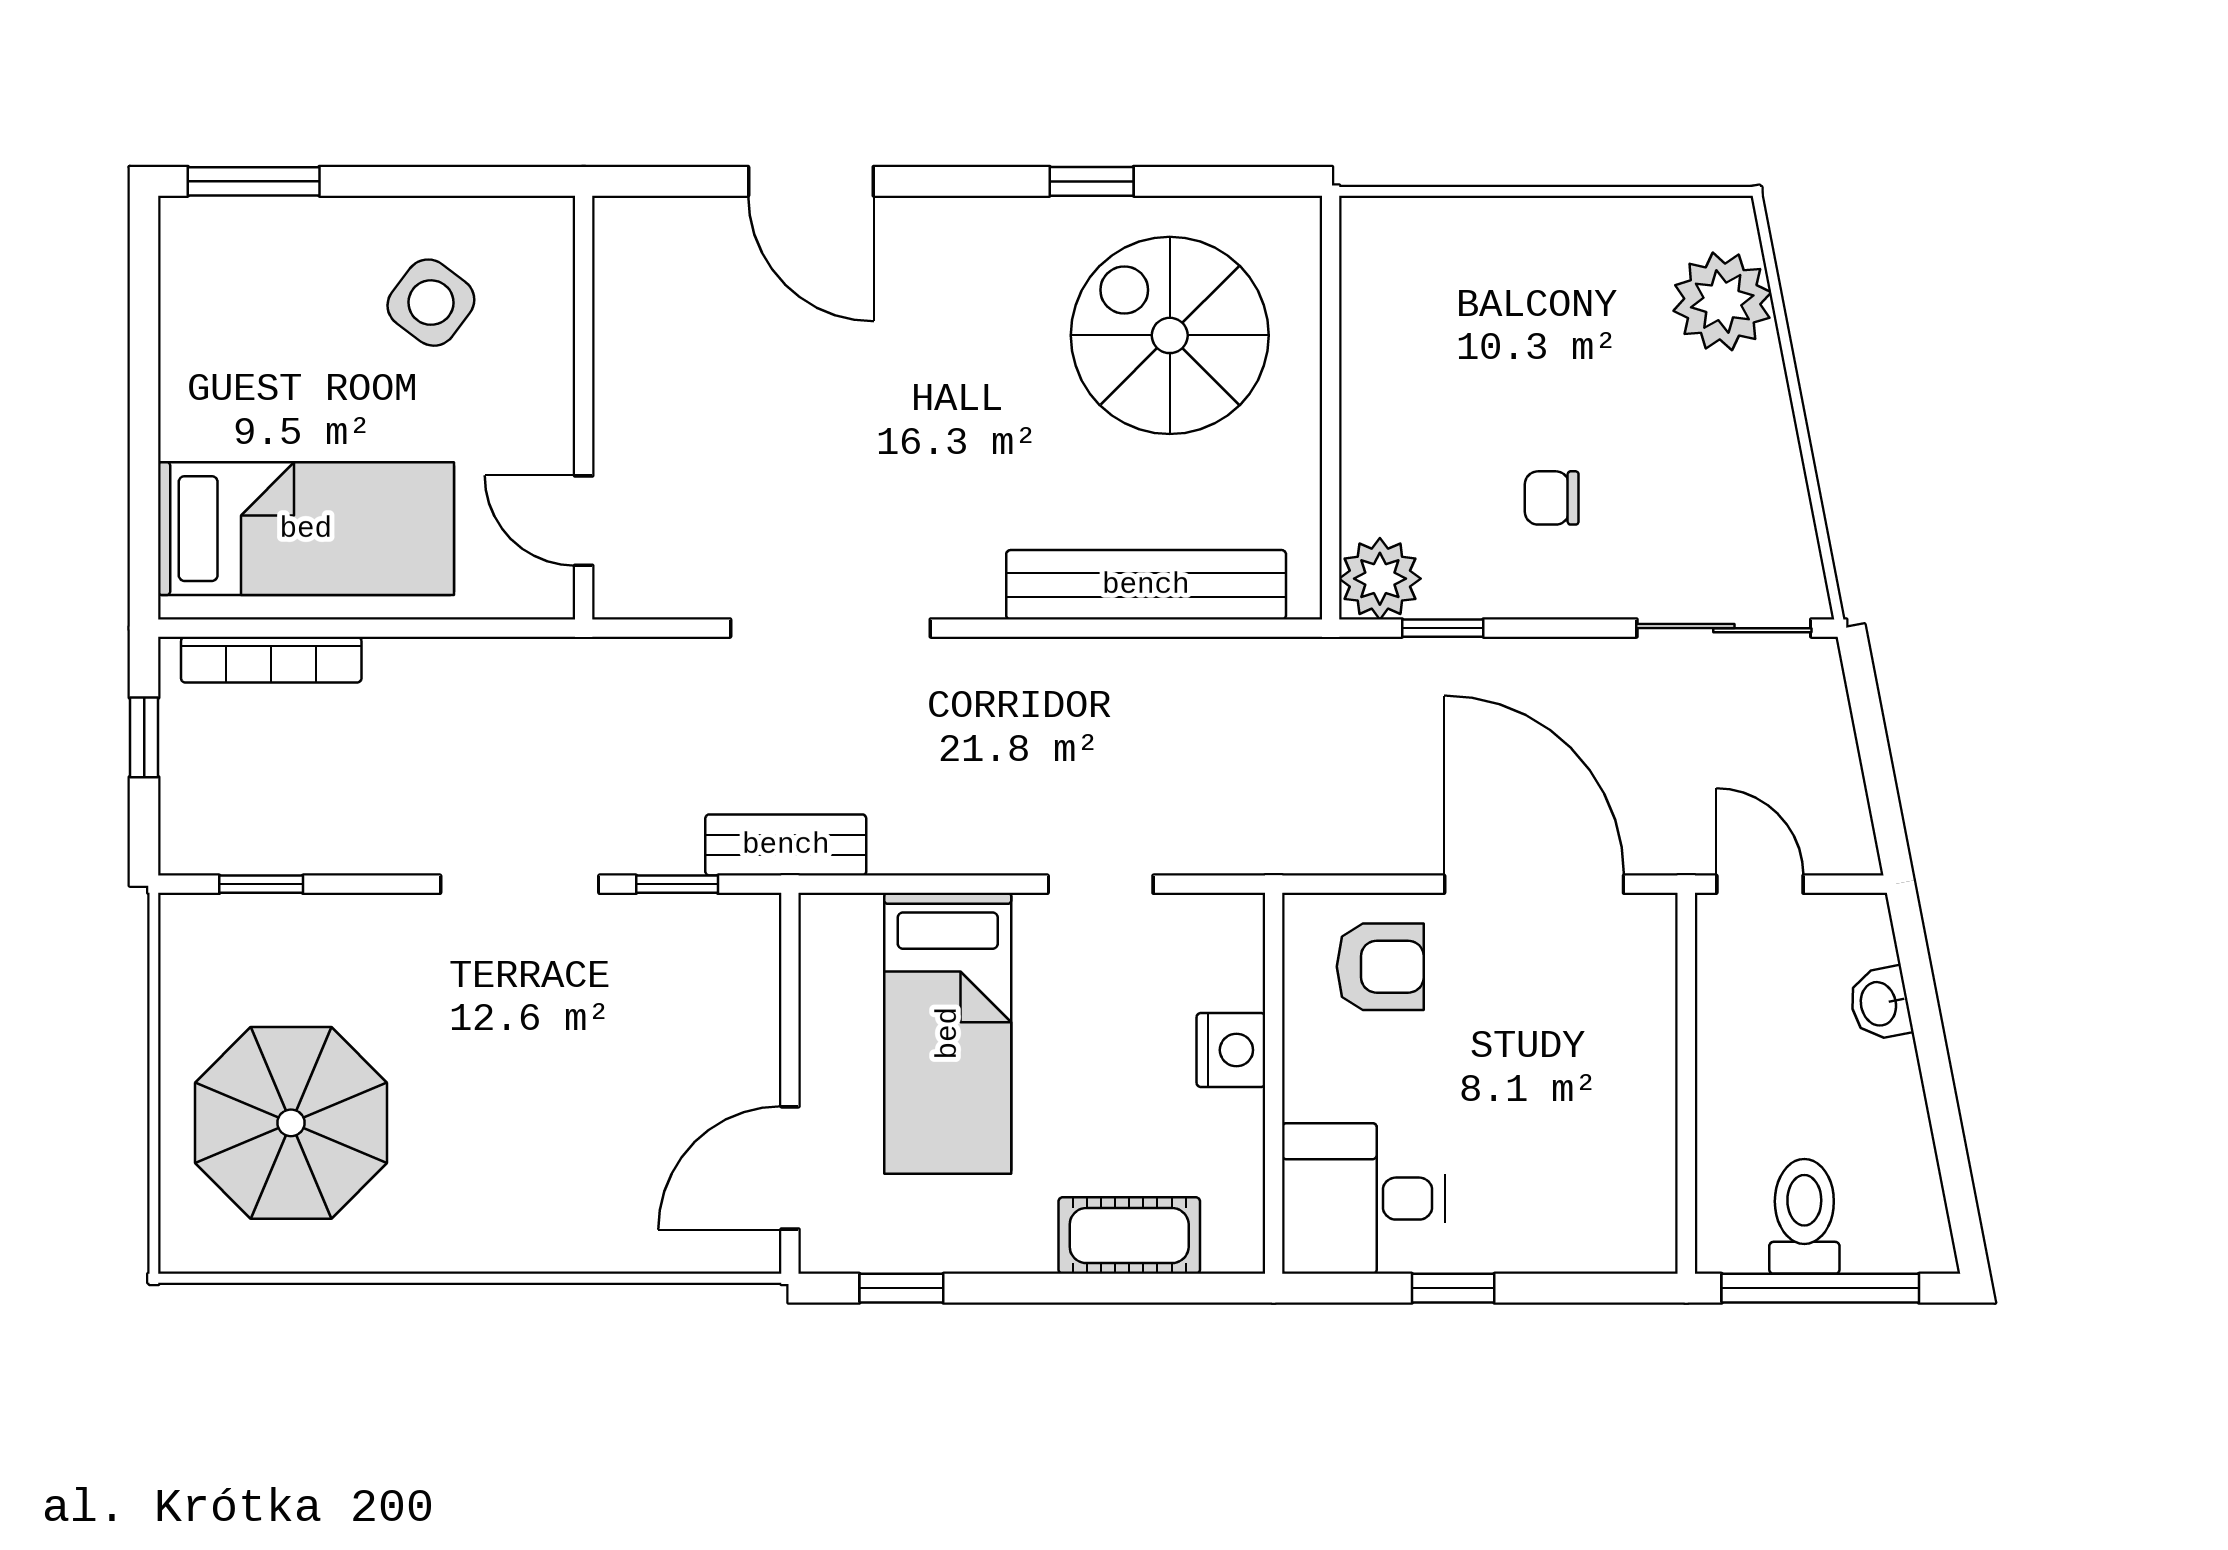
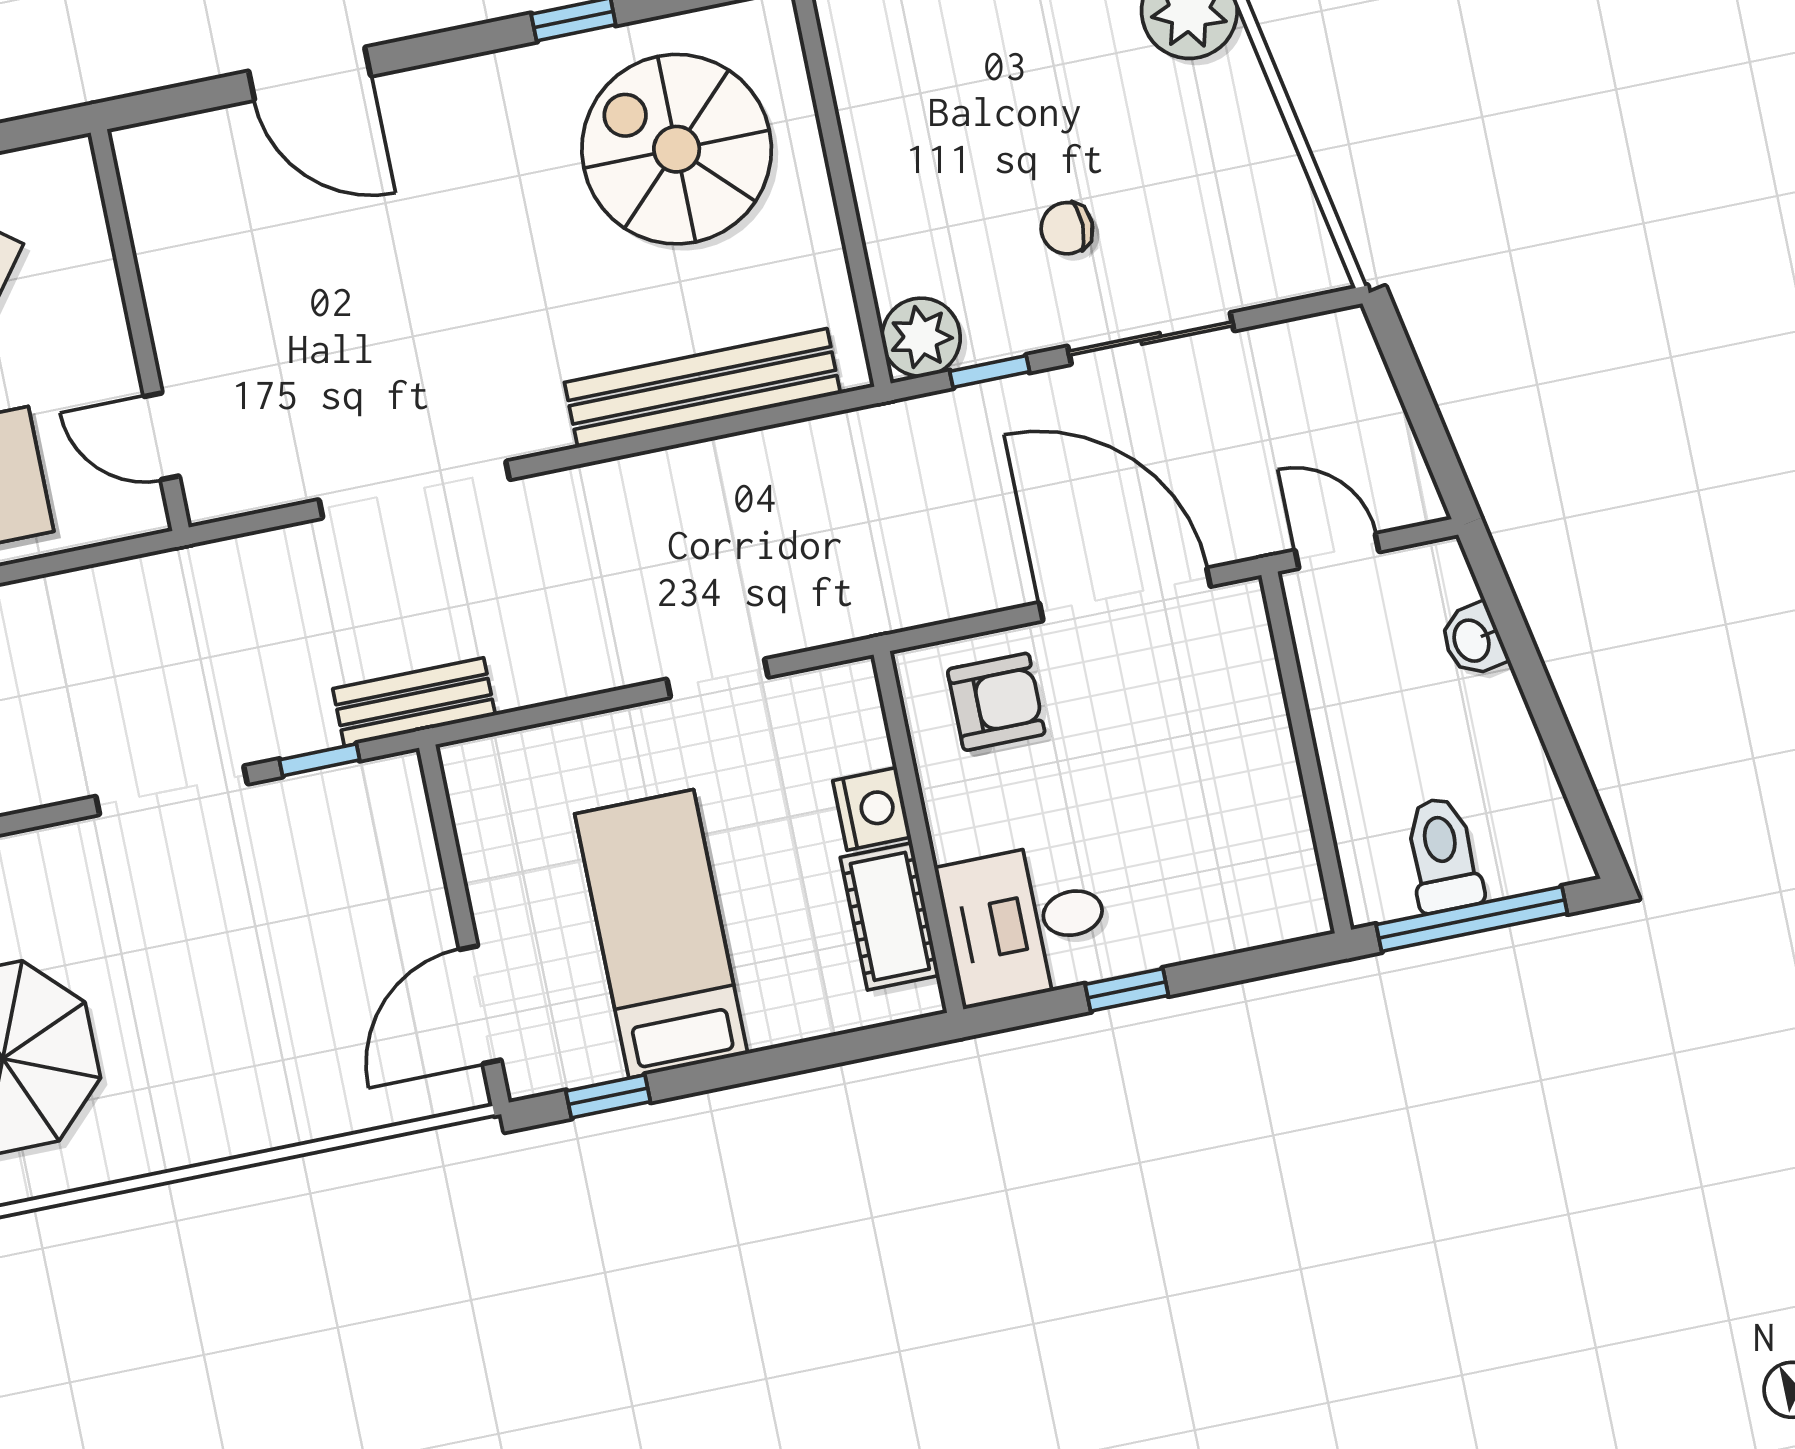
sliding door: (1724, 628) -> (1151, 338), moved
bed: (948, 1033) -> (661, 934), moved, turned 180
cot: (1129, 1236) -> (890, 916), moved, turned 90

